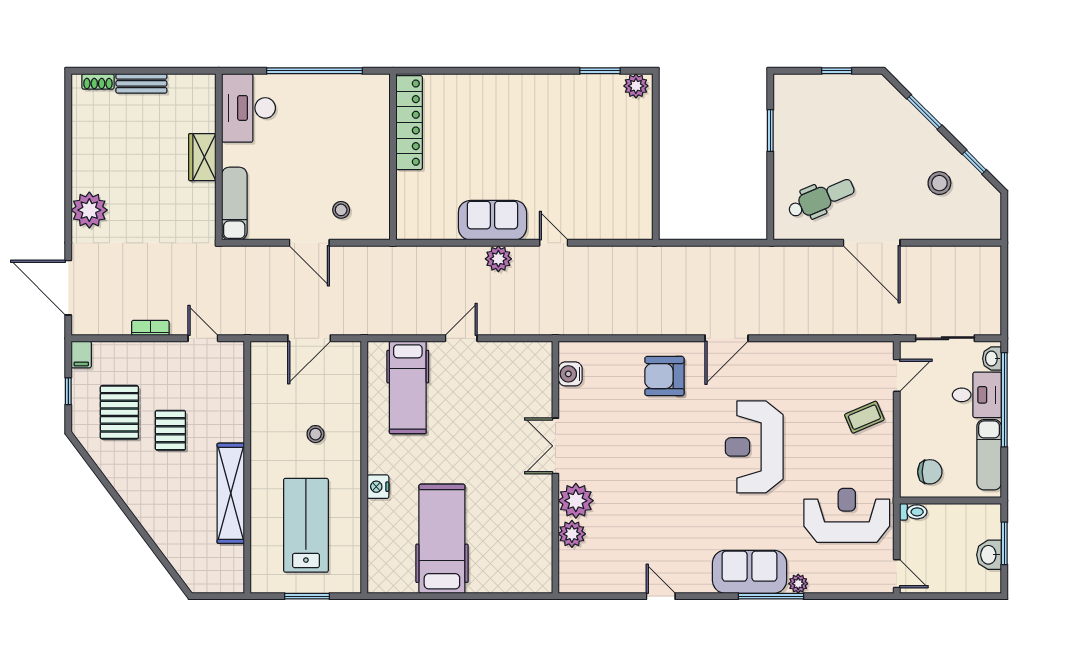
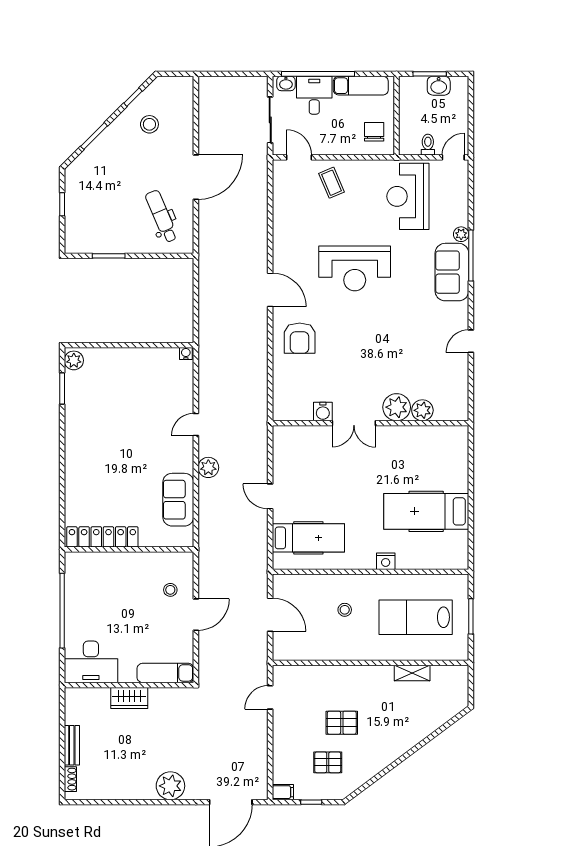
sofa: (492, 220) -> (178, 500), moved
water cooler: (645, 230) -> (186, 353), added
bookcase: (150, 328) -> (262, 738), removed
water cooler: (570, 374) -> (323, 412), moved
pallet: (119, 412) -> (328, 762), width x0.67, depth x0.71
shelving: (231, 493) -> (412, 673), width x0.45, depth x0.75
toilet: (913, 512) -> (428, 145), moved

